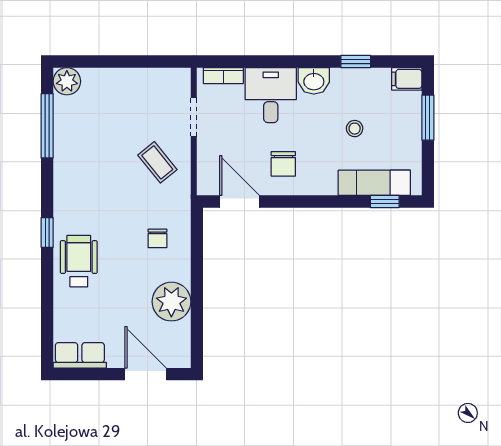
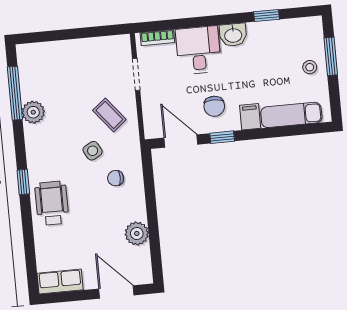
filing cabinet: (407, 79) -> (250, 117), moved, turned 90
plant: (67, 81) -> (33, 112), moved
stool: (355, 129) -> (310, 67), moved
window: (385, 202) -> (222, 137), moved
side table: (133, 203) -> (93, 151), added
chair: (158, 238) -> (116, 178), turned 90
plant: (171, 302) -> (137, 233), width x0.73, depth x0.73

